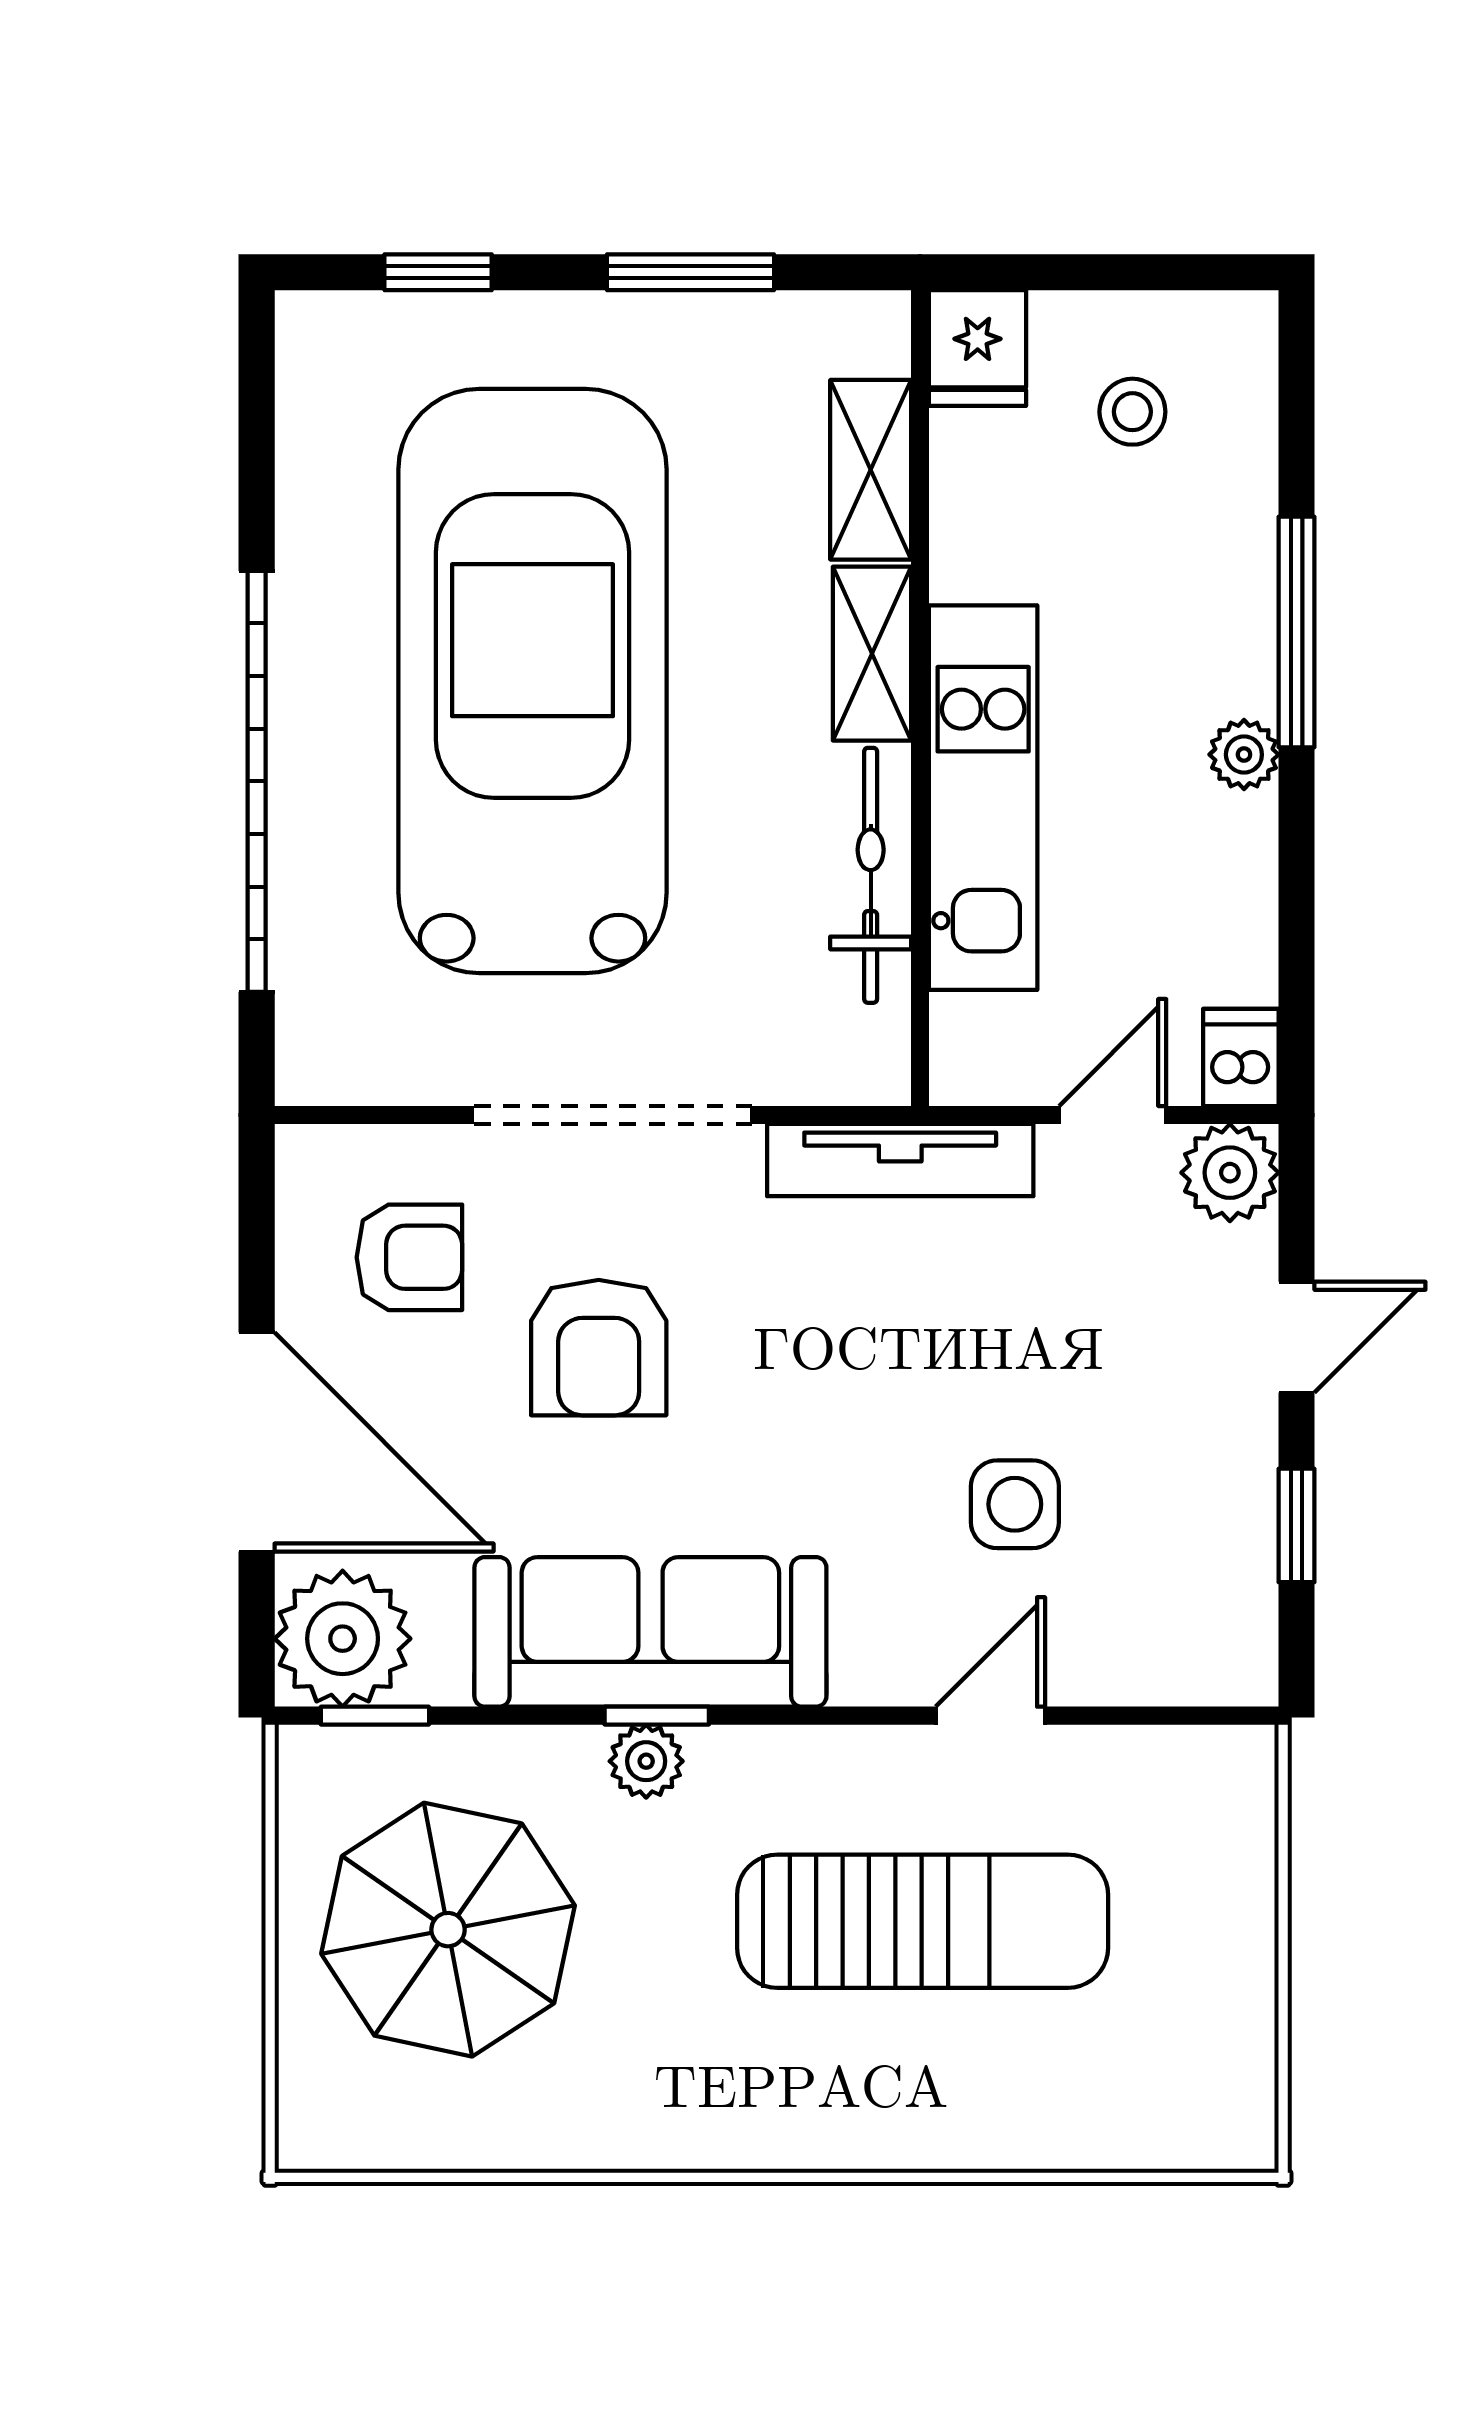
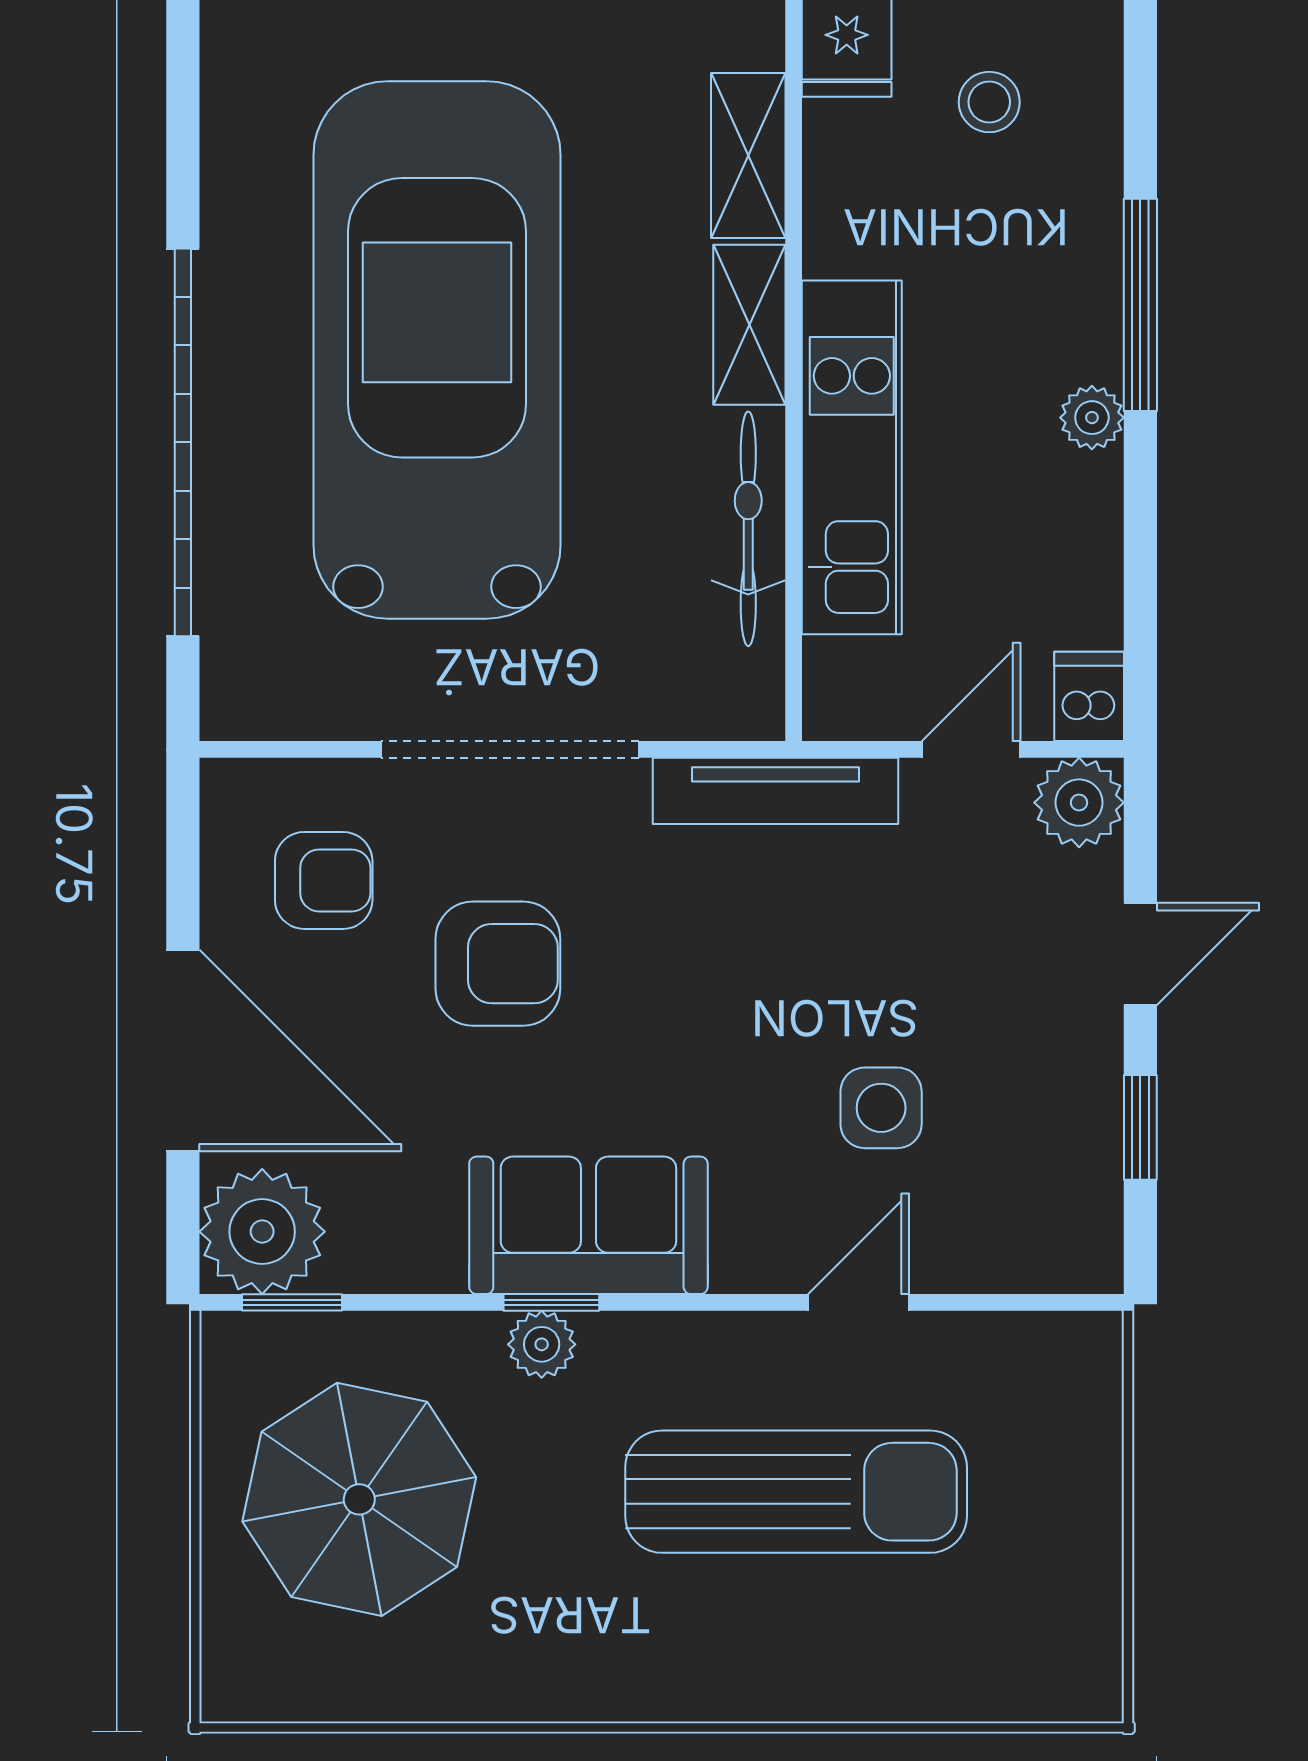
armchair: (599, 1348) -> (498, 964), turned -90
sofa: (650, 1632) -> (588, 1225), width x0.73

